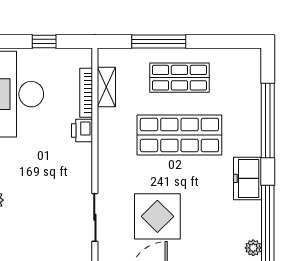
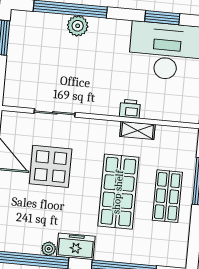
shelving: (106, 87) -> (137, 130), moved
bookcase: (86, 93) -> (162, 115), removed
plant: (253, 248) -> (49, 249), moved

